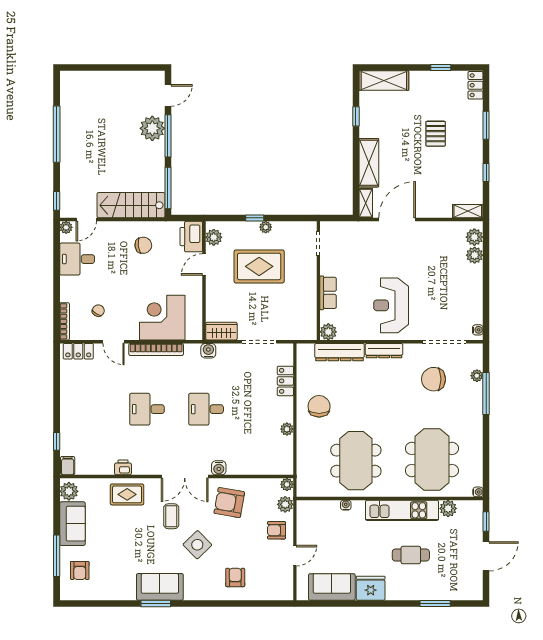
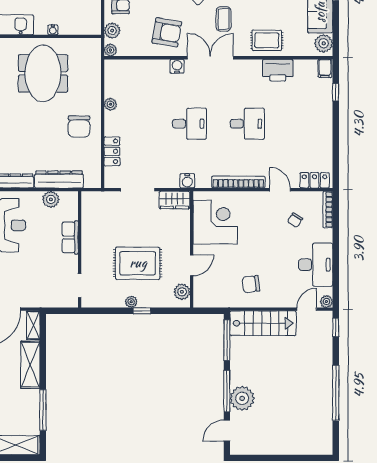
window: (356, 116) -> (43, 410), width x2.17
printer: (191, 237) -> (204, 293), removed
desk: (77, 259) -> (316, 265), width x1.37
corner desk: (162, 318) -> (215, 222), moved, turned -90
plant: (328, 332) -> (51, 199), moved
printer: (123, 467) -> (278, 70), width x1.87, depth x1.48

